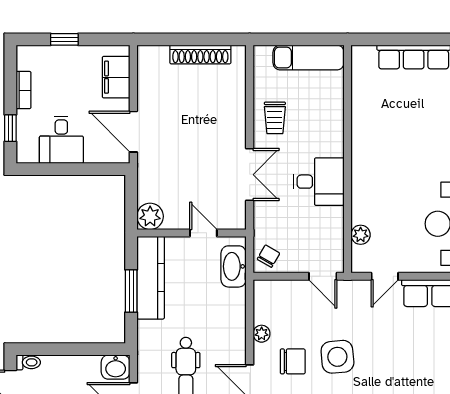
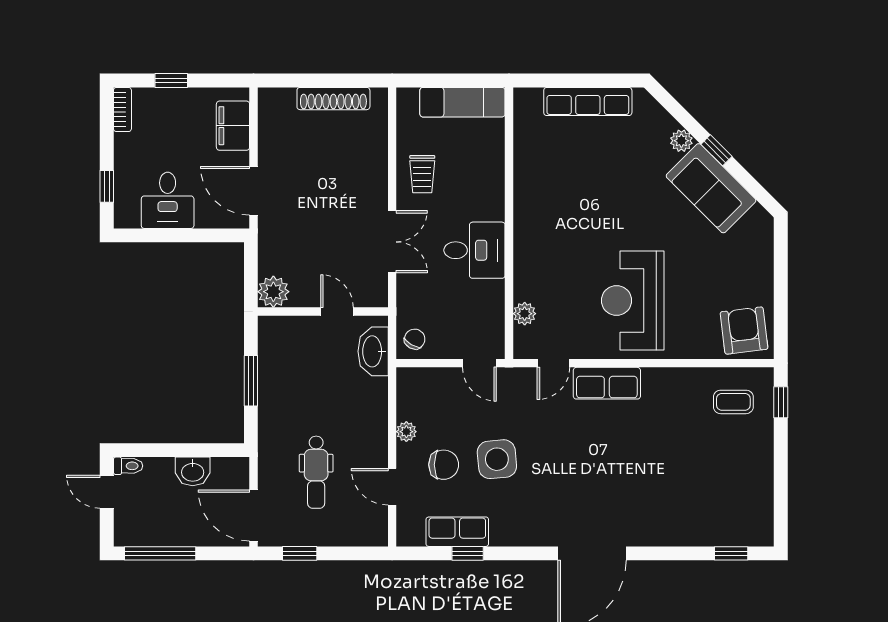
bookcase: (24, 90) -> (122, 110), moved
kitchen counter: (151, 278) -> (274, 365), removed
washbasin: (116, 367) -> (193, 471), moved

